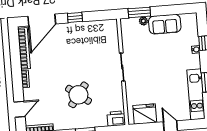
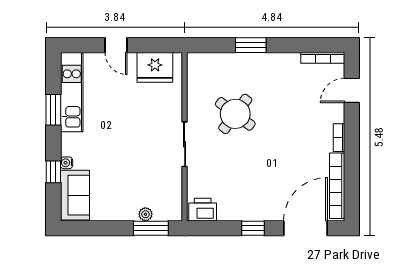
sofa: (165, 24) -> (75, 195), moved, turned 90
round table: (78, 95) -> (235, 114), moved
printer: (116, 119) -> (203, 210), moved, turned 180

